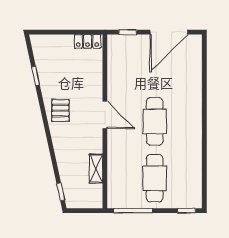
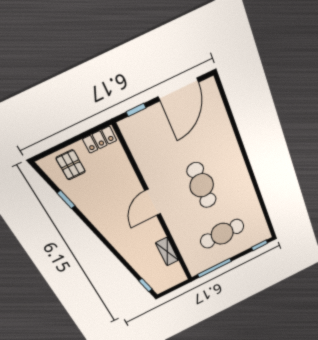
pallet: (60, 111) -> (71, 165), moved
door: (105, 115) -> (153, 202), swing flipped
cafe table: (155, 178) -> (222, 234), turned 90

